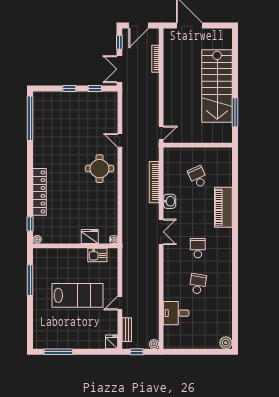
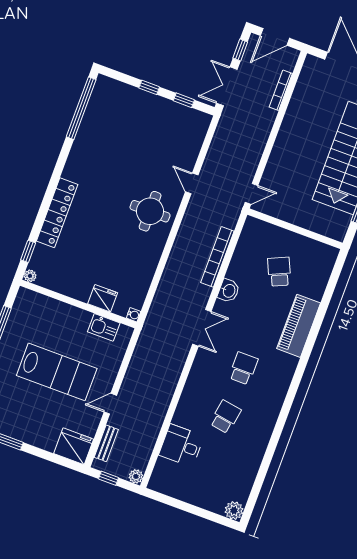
fridge: (112, 342) -> (74, 446), width x1.88, depth x1.34

